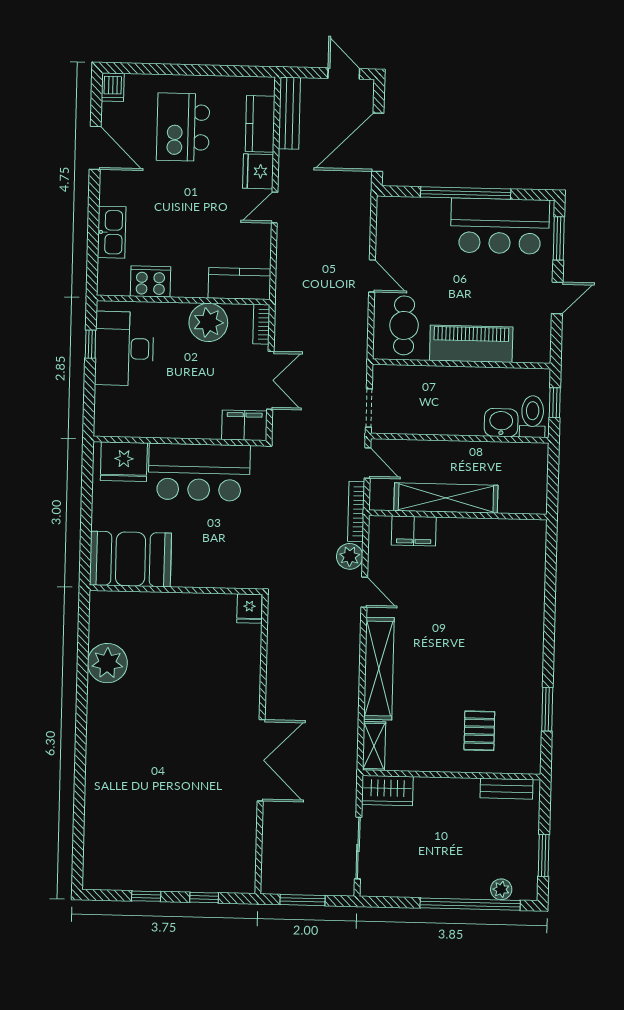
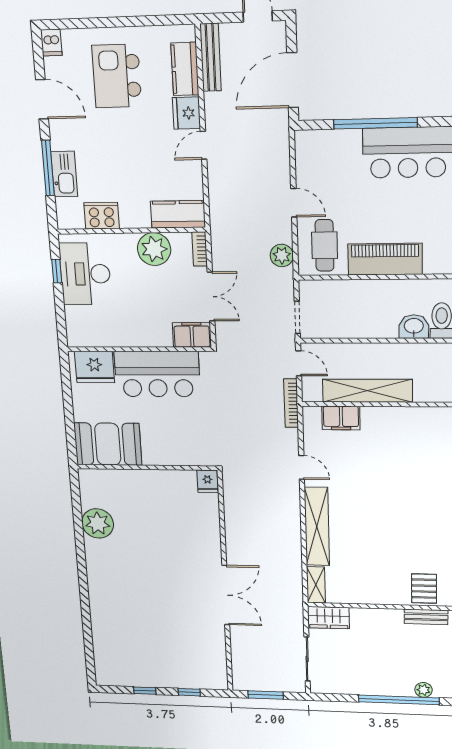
window: (93, 224) -> (48, 168), added
plant: (350, 556) -> (282, 255), moved
pallet: (479, 731) -> (424, 589), moved

